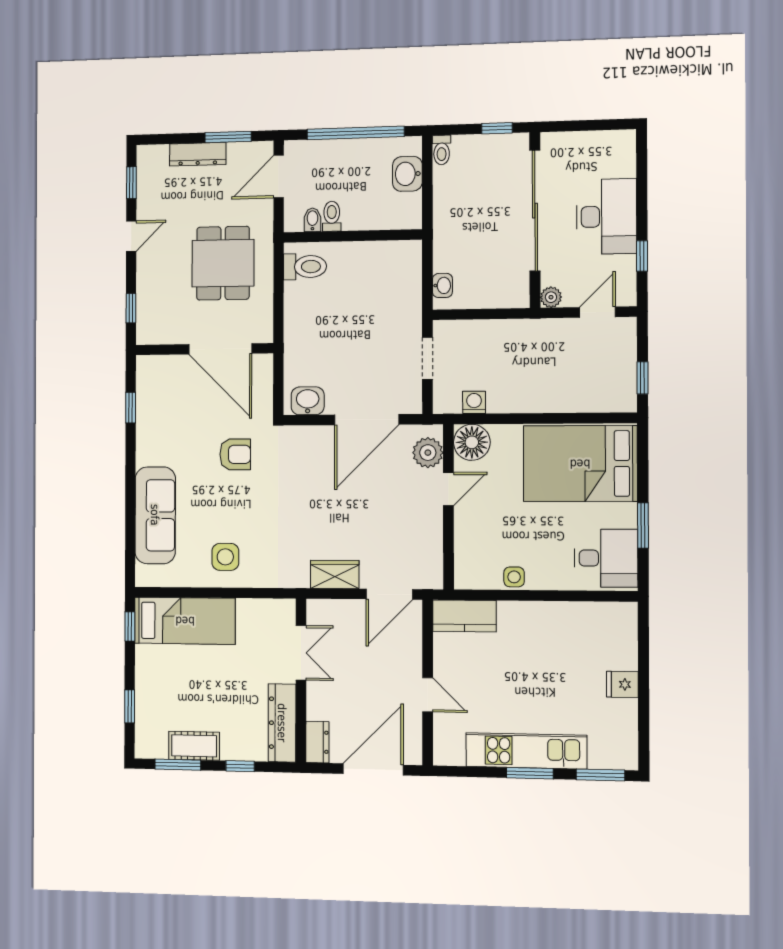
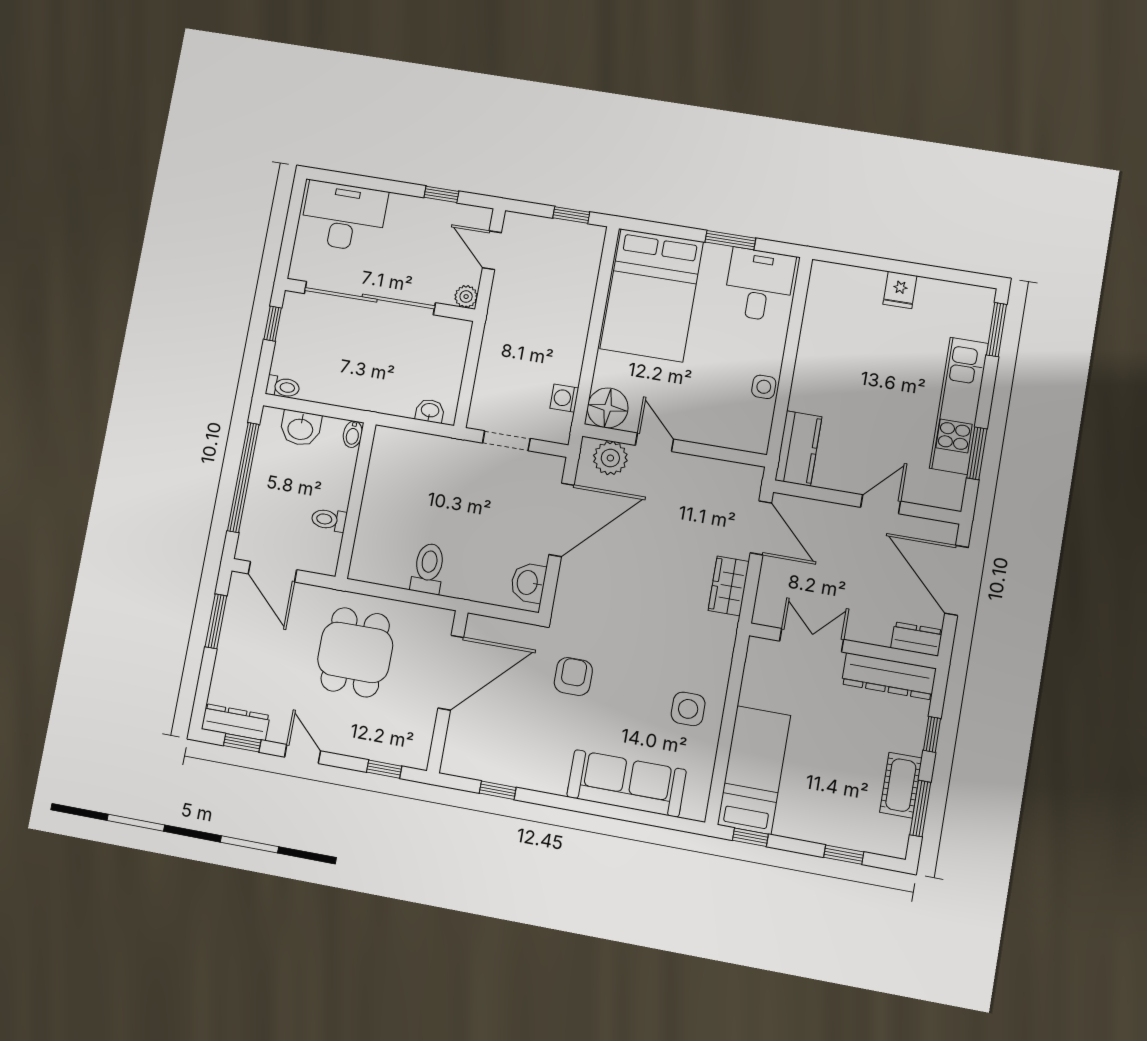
dresser: (198, 154) -> (236, 722), moved, turned -90
desk: (607, 216) -> (344, 216), moved
bidet: (312, 220) -> (353, 434), moved, turned -90
dining table: (223, 263) -> (355, 652), turned 90
toilet: (305, 267) -> (428, 568), moved
door: (367, 420) -> (561, 520), hinge flipped
window: (530, 773) -> (977, 453), moved

